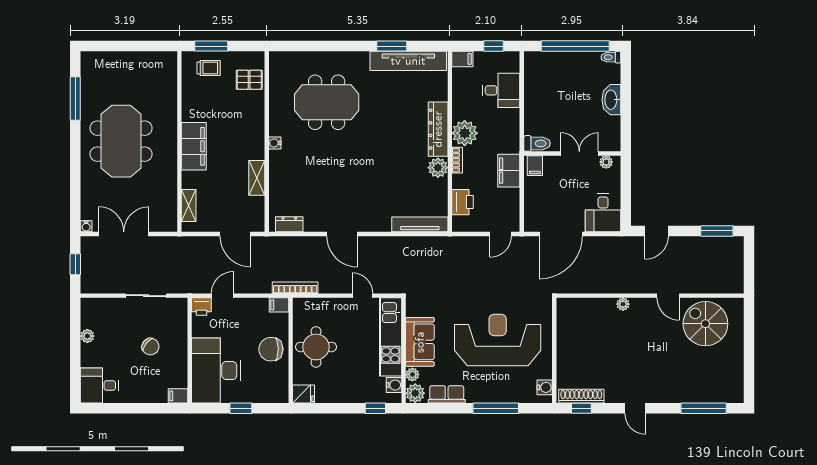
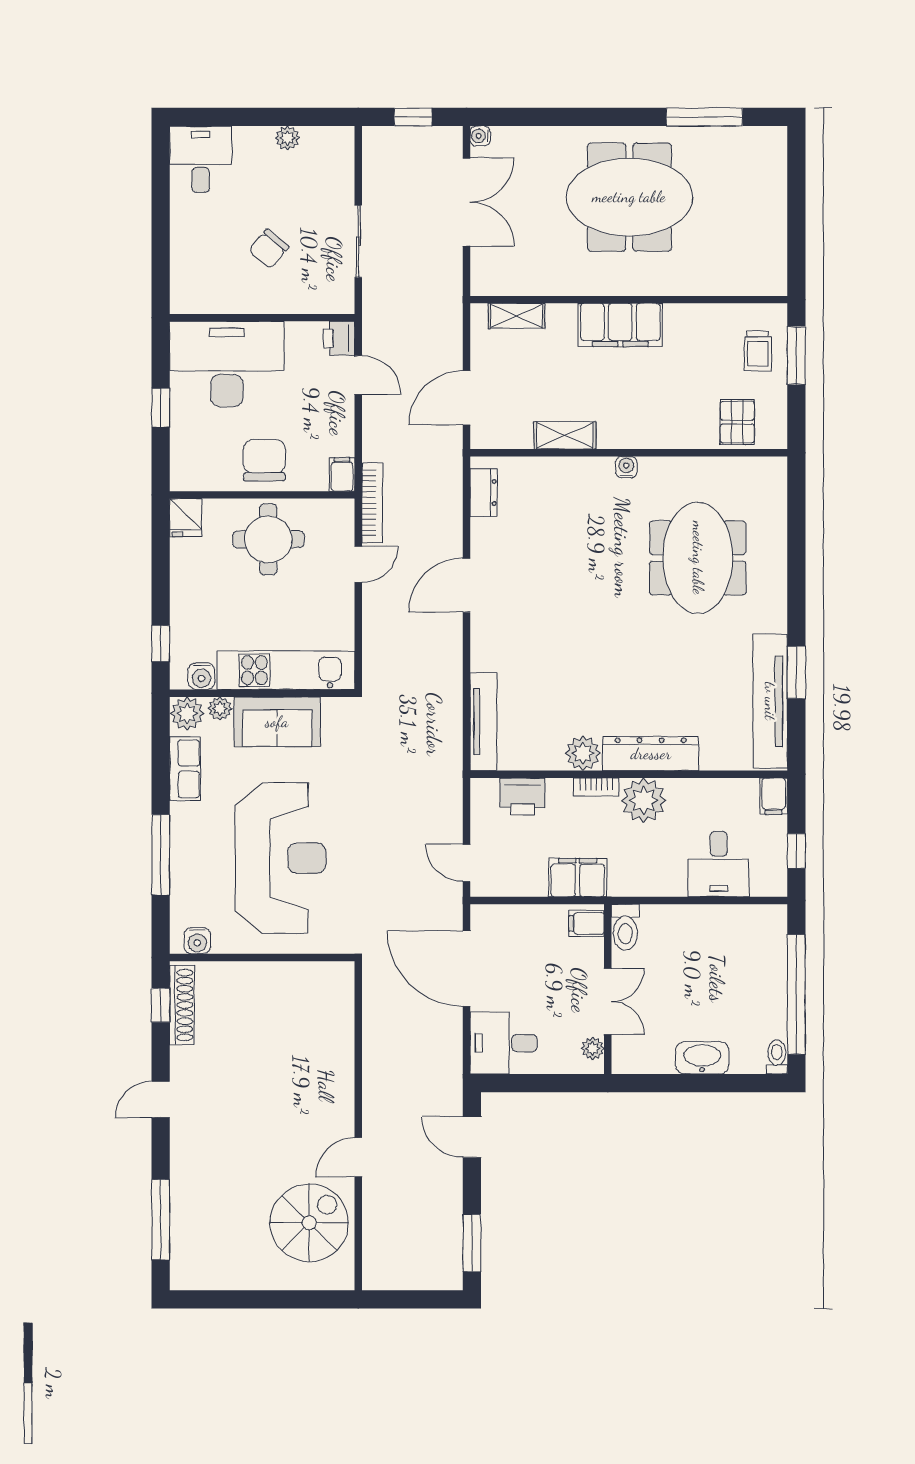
door: (362, 296) -> (358, 564), moved
plant: (623, 304) -> (343, 1078), removed
filing cabinet: (178, 396) -> (182, 297), removed

